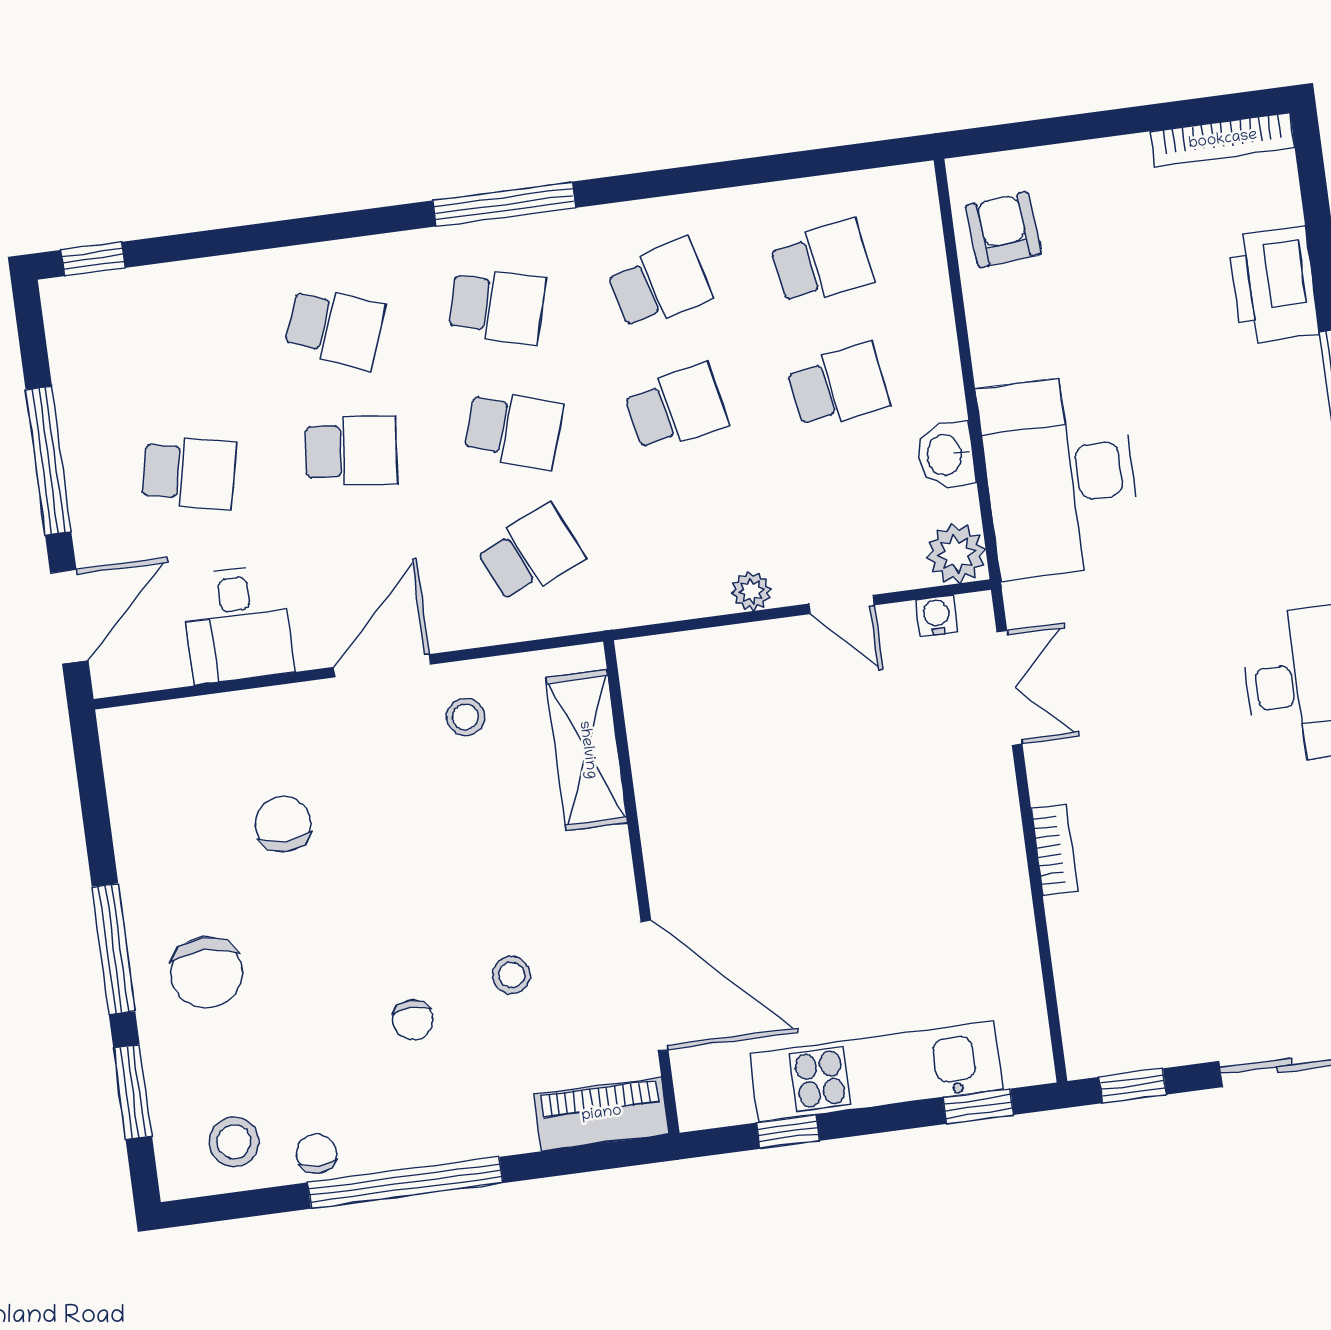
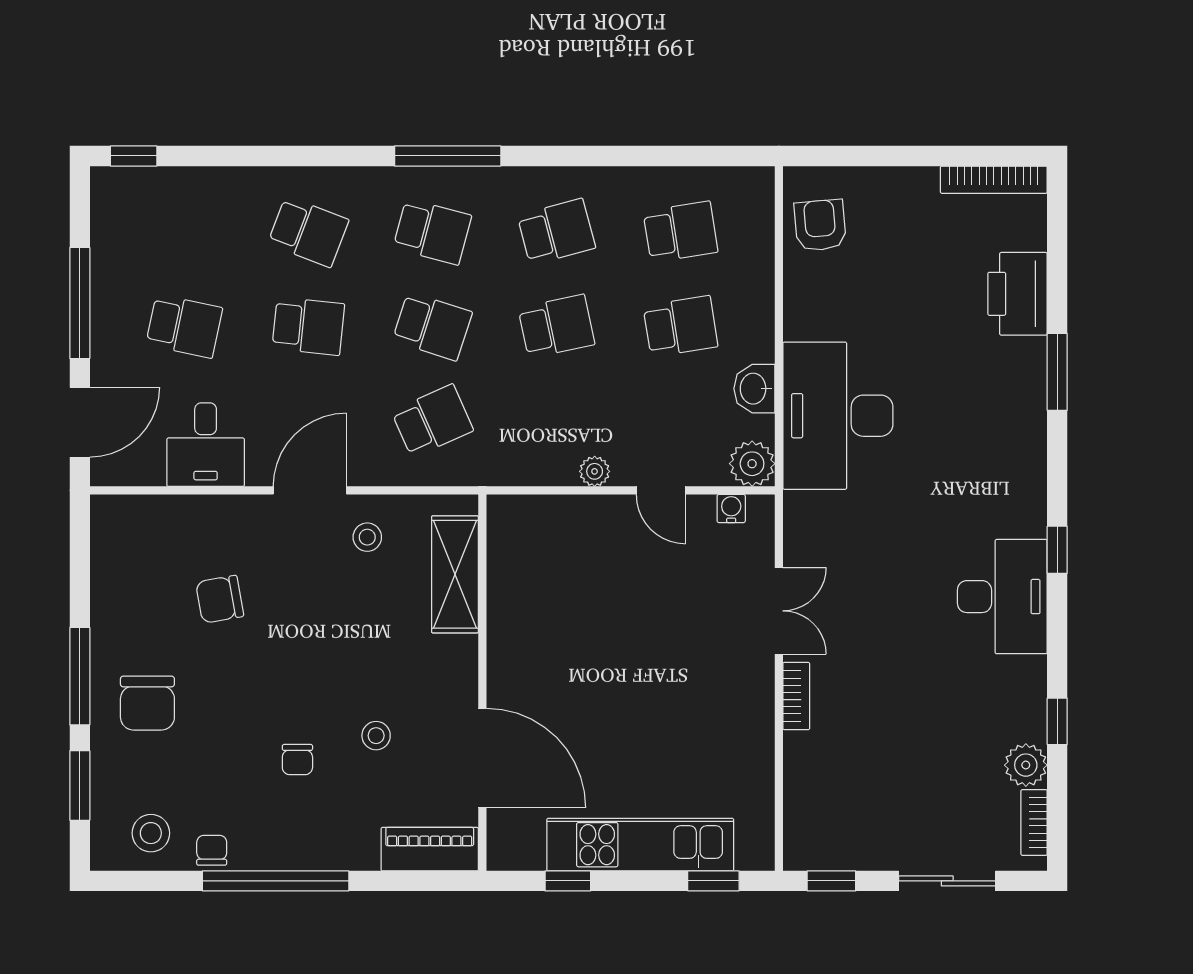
double door: (1010, 688) -> (779, 611), moved
chair: (283, 824) -> (220, 599), turned -100

